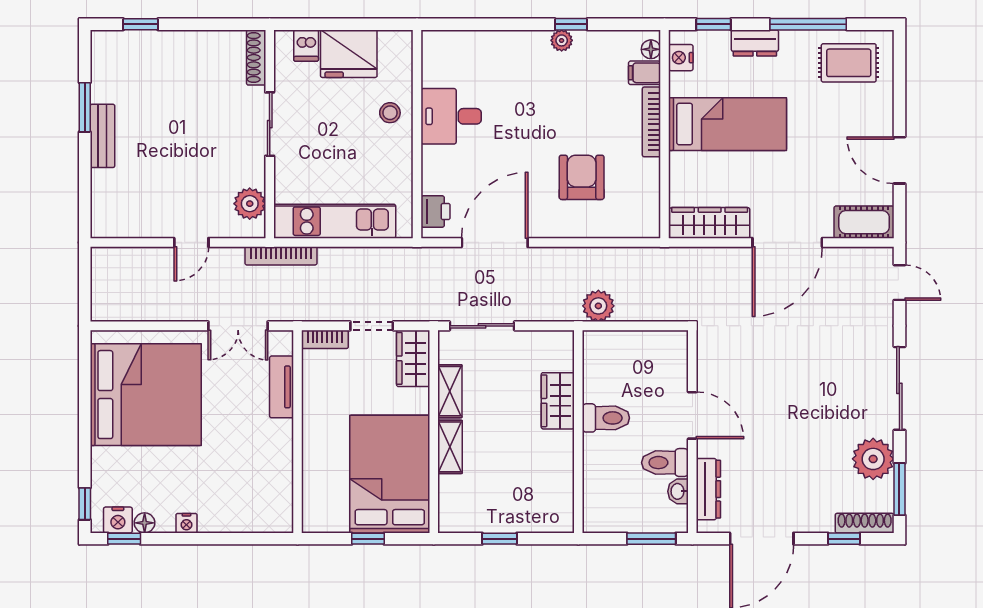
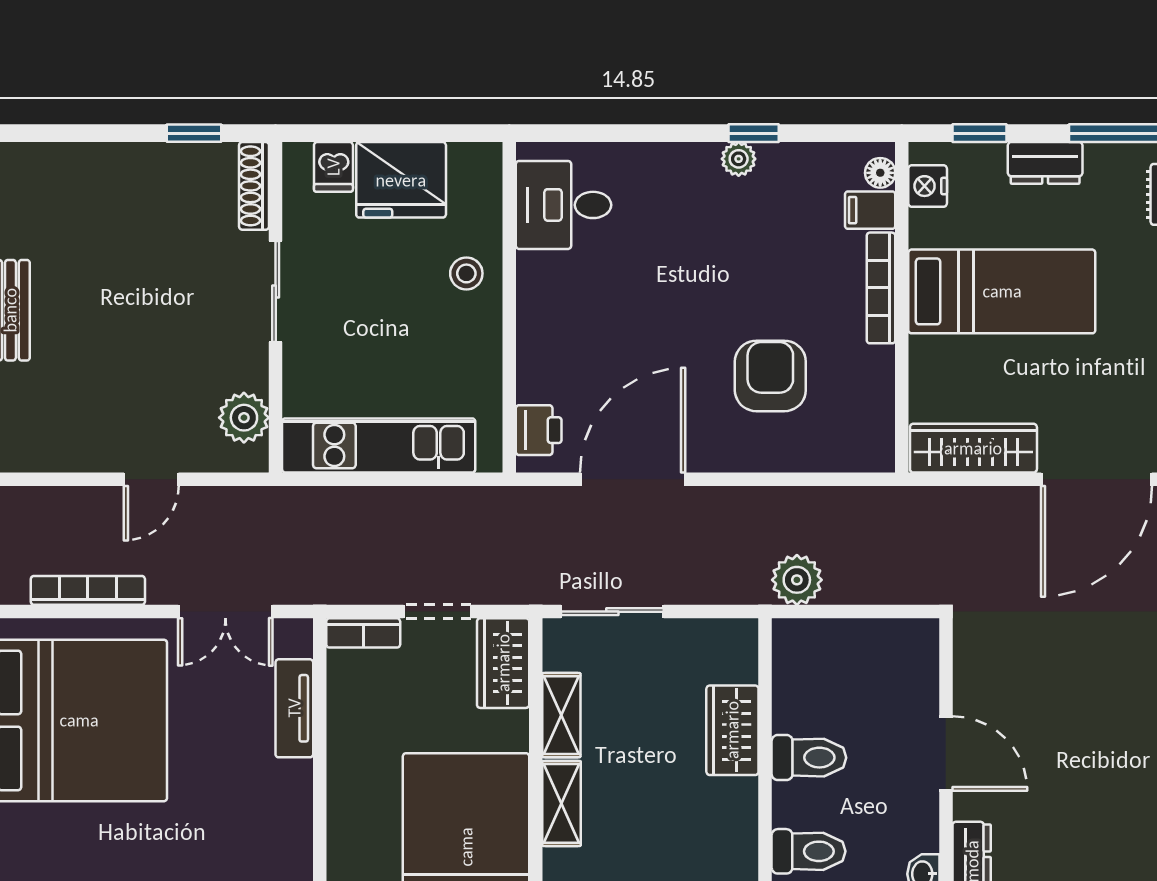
window: (141, 24) -> (194, 133), moved
desk: (451, 116) -> (564, 205), moved
bookcase: (281, 256) -> (88, 590), moved, turned 180
toilet: (665, 463) -> (809, 851), moved, turned 180

